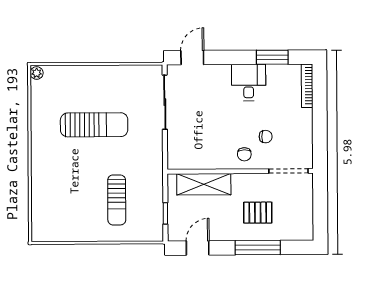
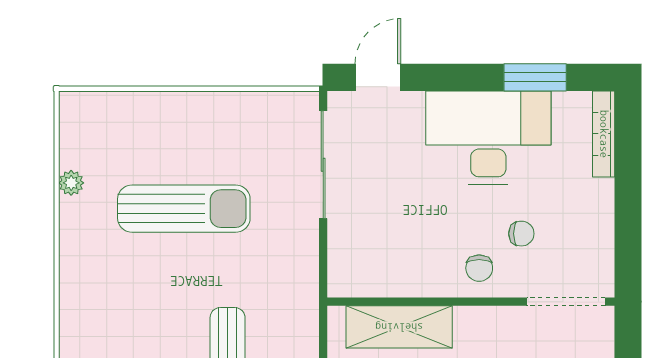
plant: (37, 73) -> (71, 183), moved
desk: (249, 82) -> (488, 138), width x1.87, depth x1.30

